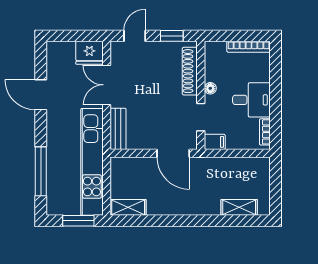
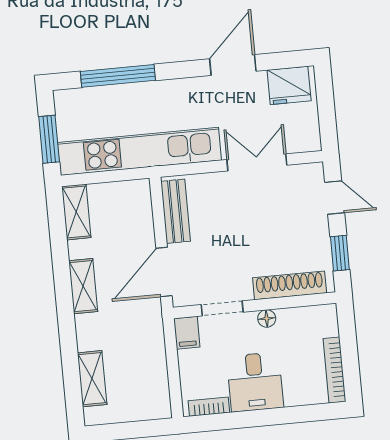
fridge: (89, 53) -> (289, 85), moved, turned -90
bench: (118, 129) -> (176, 211), moved, turned 90
shelving: (177, 208) -> (83, 286), added

